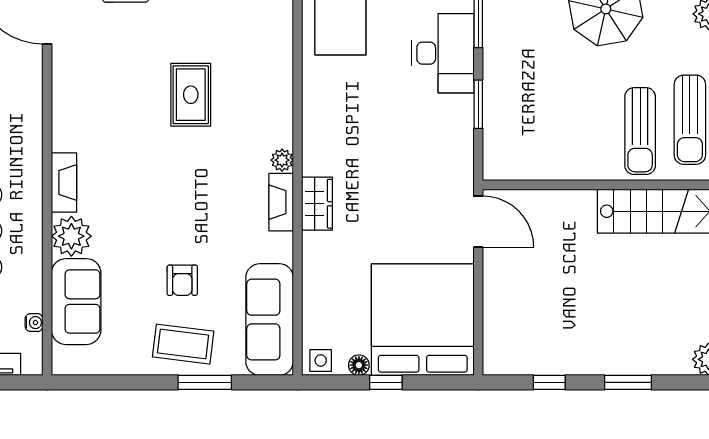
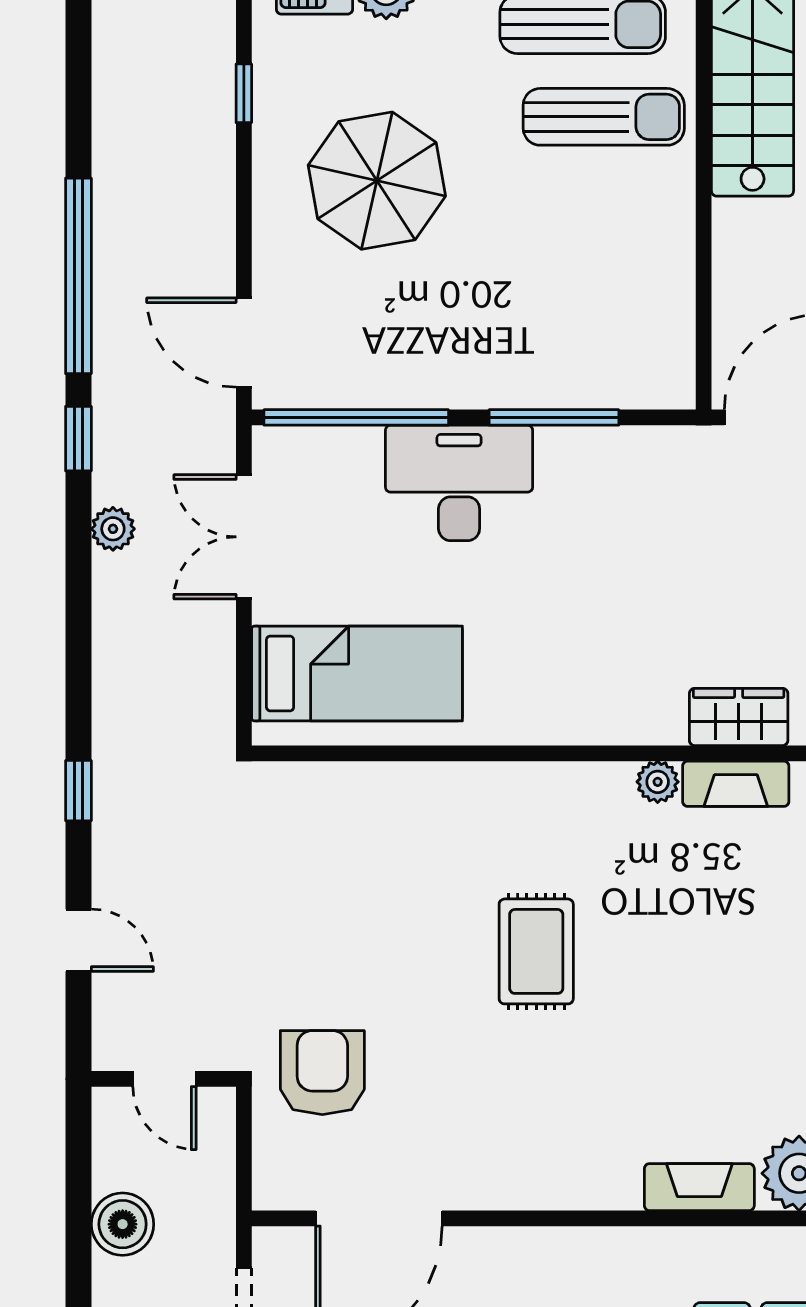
rug: (191, 95) -> (536, 951), turned 90
window: (478, 104) -> (554, 417), width x1.44

